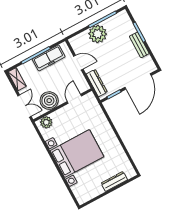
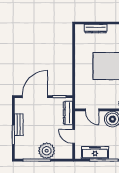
door: (74, 99) -> (92, 110), hinge flipped

